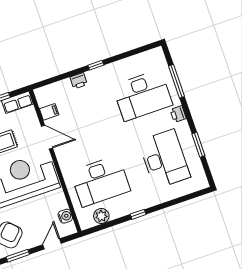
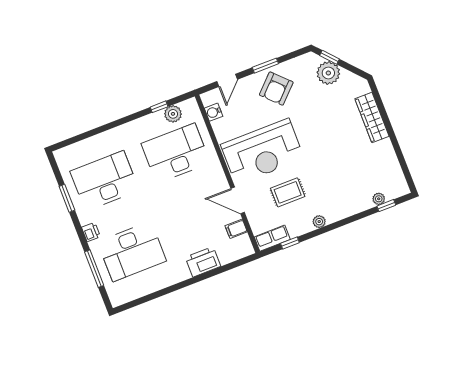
window: (96, 65) -> (186, 283), removed
printer: (79, 81) -> (203, 262), width x1.87, depth x1.48
desk: (142, 95) -> (132, 251), turned 180
desk: (164, 159) -> (105, 181), turned 90
window: (138, 214) -> (159, 107), moved

